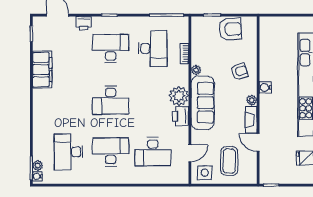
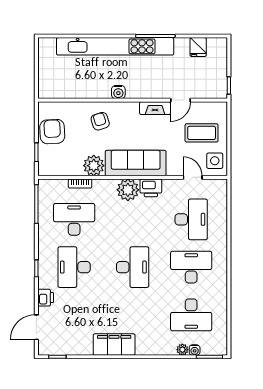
filing cabinet: (42, 70) -> (114, 345), moved
plant: (196, 70) -> (94, 166), width x1.87, depth x1.87
plant: (252, 100) -> (133, 107), removed
desk: (111, 152) -> (191, 267), turned 90
plant: (38, 166) -> (182, 350), moved
water cooler: (37, 176) -> (195, 350), moved

